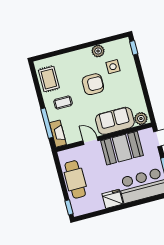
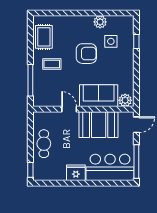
window: (134, 48) -> (136, 42), moved
fireplace: (58, 134) -> (38, 94), removed
cafe table: (75, 179) -> (44, 144), width x0.73, depth x0.74

